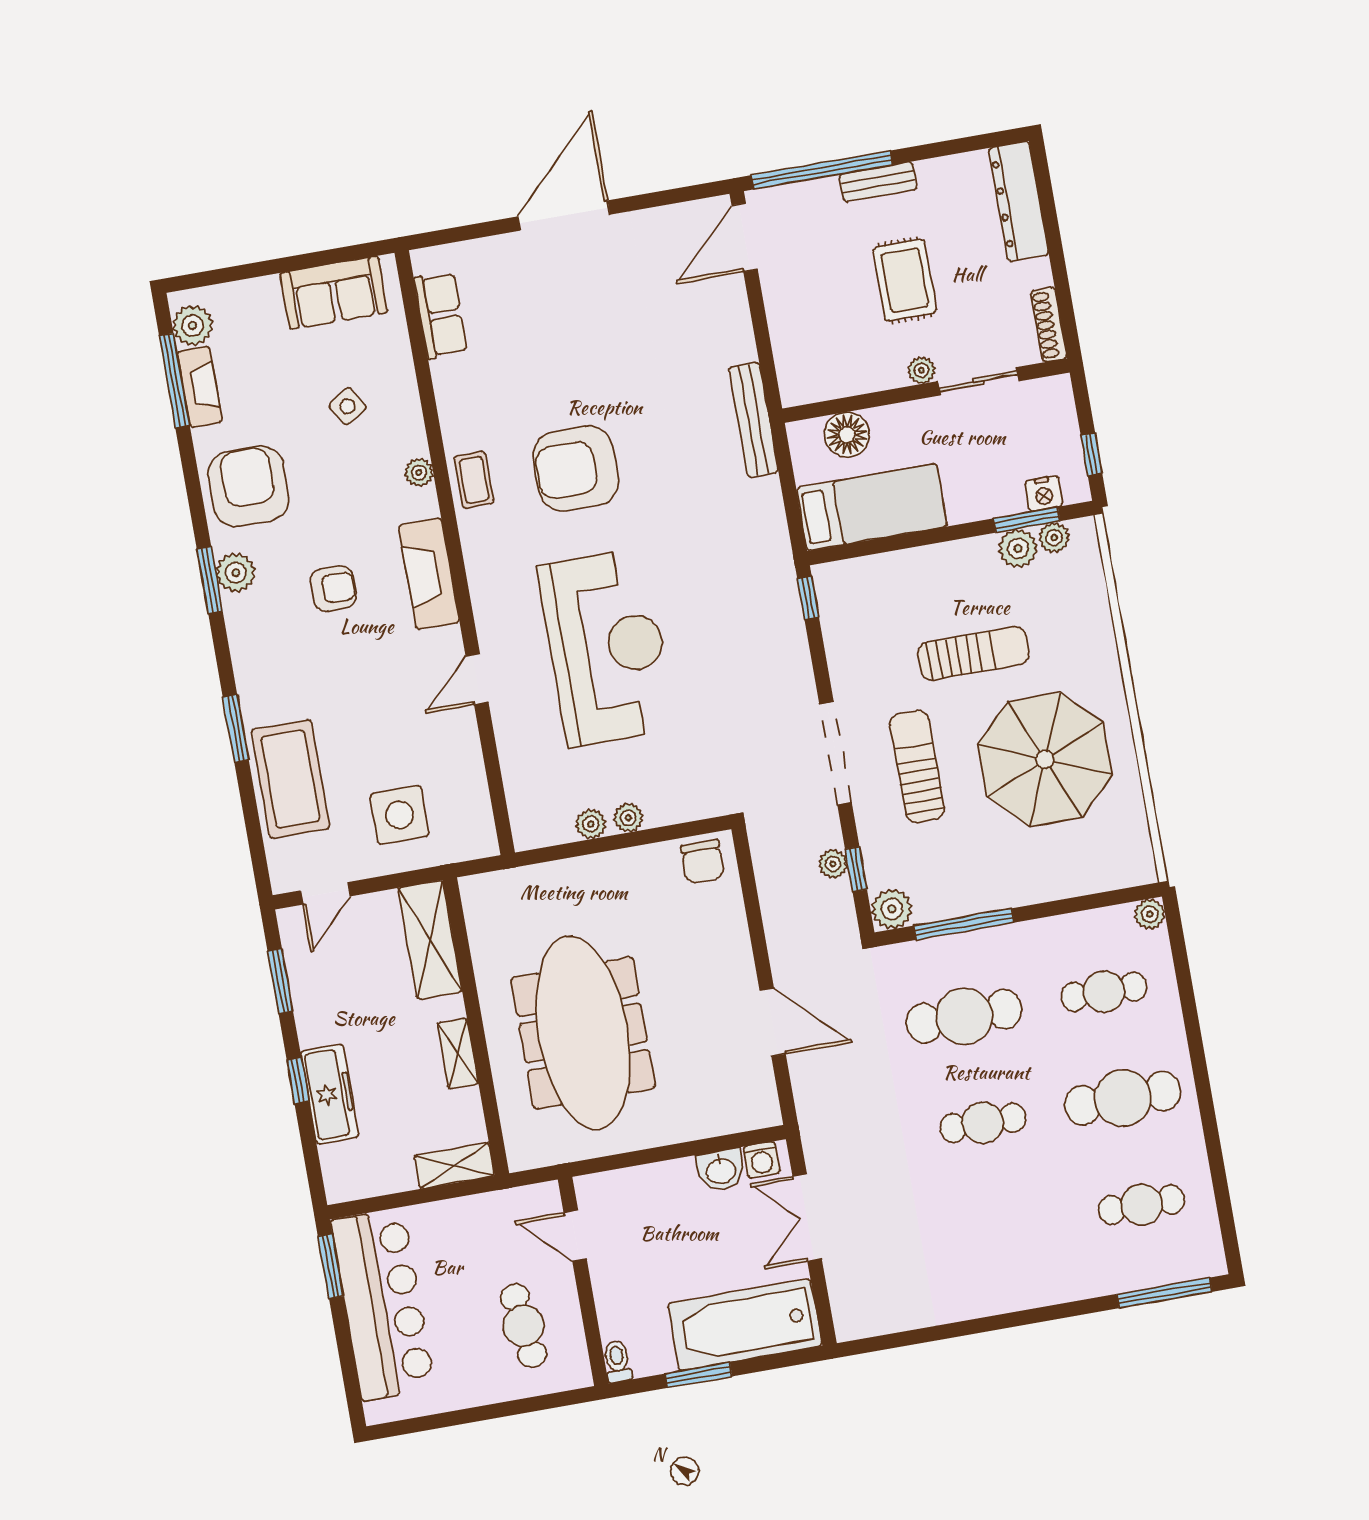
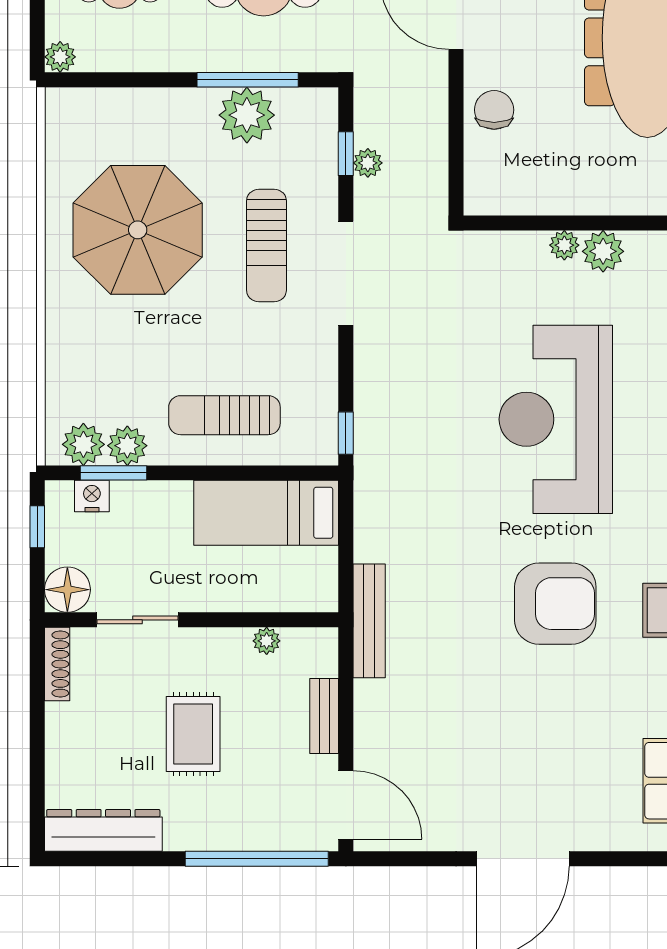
bench: (878, 182) -> (324, 716), moved, turned 90
dresser: (1019, 201) -> (103, 830), moved, turned -90
door: (745, 237) -> (346, 805), hinge flipped
plant: (922, 370) -> (267, 641), moved
floor lamp: (847, 435) -> (67, 590), moved
plant: (1054, 538) -> (83, 444), width x1.38, depth x1.38
sun lounger: (973, 653) -> (224, 415), moved
plant: (591, 824) -> (603, 251), width x1.38, depth x1.38
chair: (703, 861) -> (494, 110), moved
plant: (892, 909) -> (247, 115), moved, width x1.36, depth x1.36

